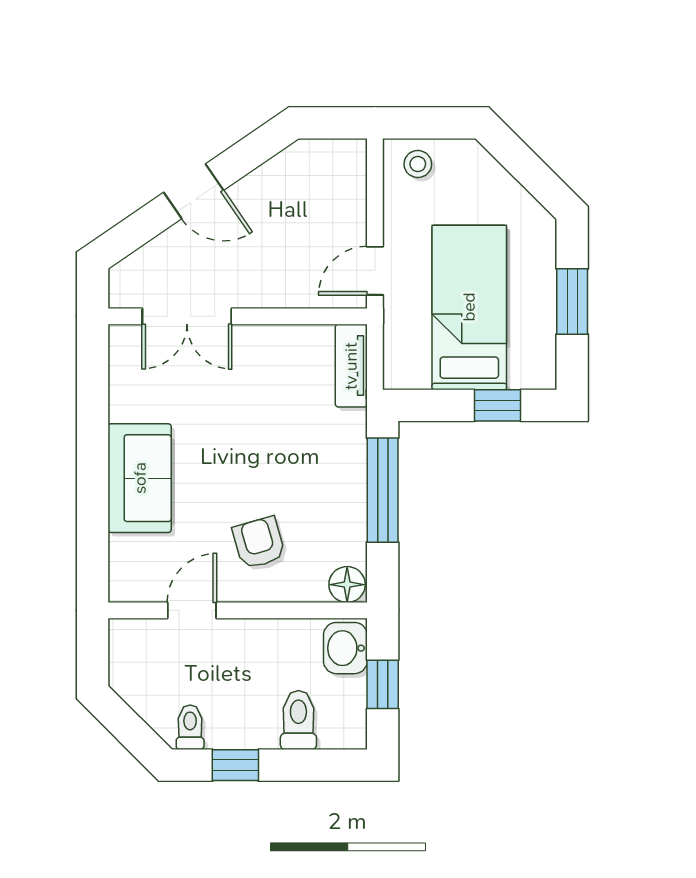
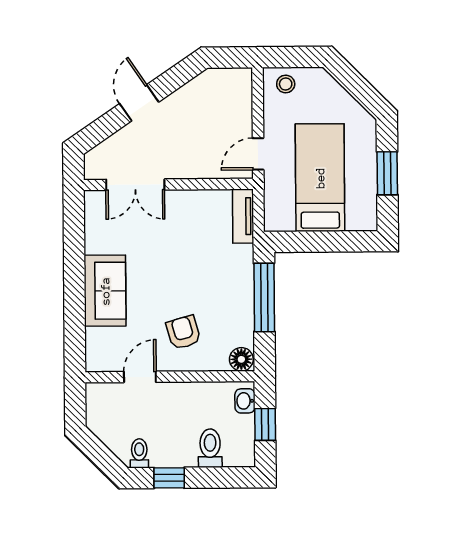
door: (194, 191) -> (139, 103), swing flipped
window: (497, 405) -> (339, 241), removed
washbasin: (345, 648) -> (245, 401), width x0.72, depth x0.69

